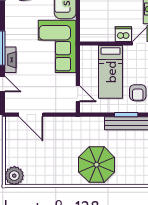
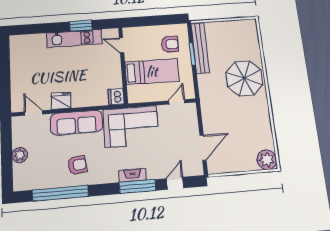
dishwasher: (123, 34) -> (116, 97), moved
fireplace: (10, 60) -> (133, 175), moved

